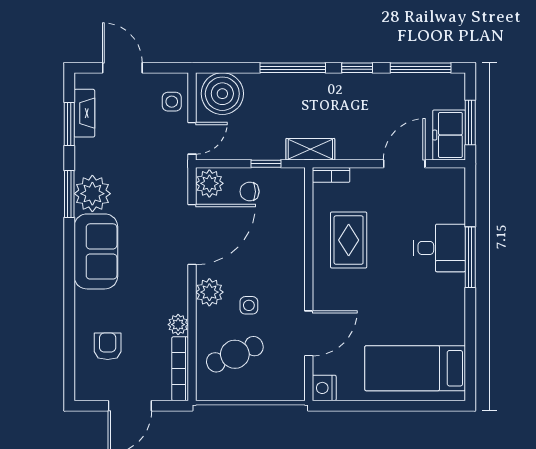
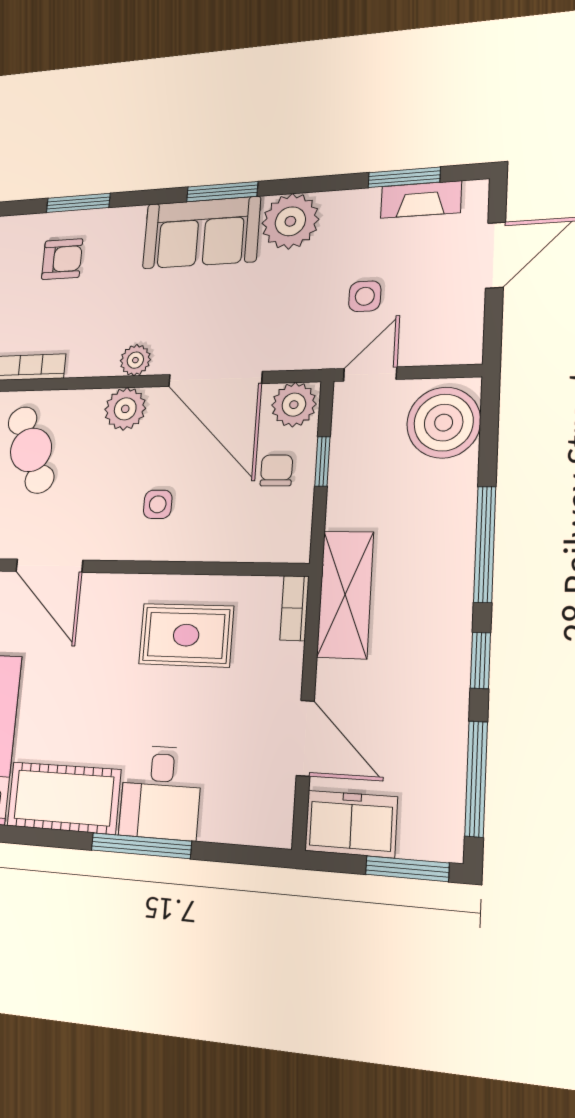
side table: (172, 102) -> (365, 296), moved
window: (470, 122) -> (407, 869), moved
door: (192, 138) -> (370, 374), swing flipped
shelving: (310, 149) -> (345, 594), width x1.50, depth x1.33
window: (266, 164) -> (322, 461), moved
window: (69, 194) -> (222, 192), moved
side table: (249, 305) -> (158, 504), moved
cot: (447, 309) -> (64, 798), added
plant: (178, 325) -> (135, 360), moved
window: (69, 339) -> (78, 203), added

